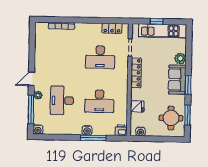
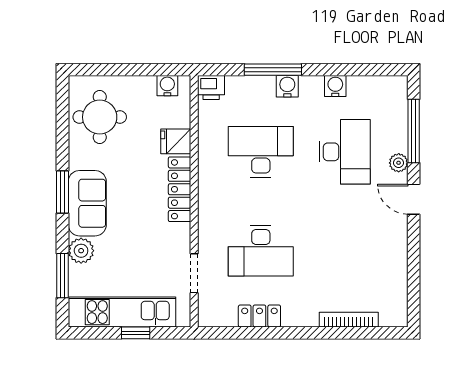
locker: (112, 28) -> (259, 316), moved
desk: (100, 57) -> (261, 251), turned 180
locker: (136, 73) -> (180, 189), moved
door: (32, 79) -> (414, 199), swing flipped
window: (188, 115) -> (62, 276), moved
water cooler: (38, 130) -> (335, 86), moved

